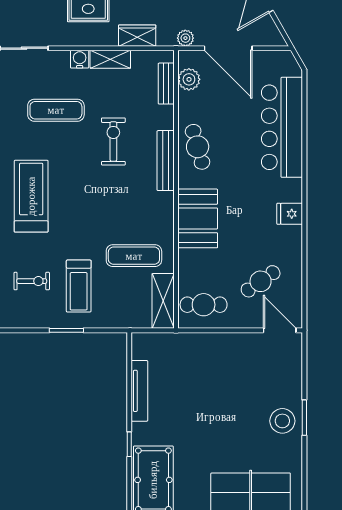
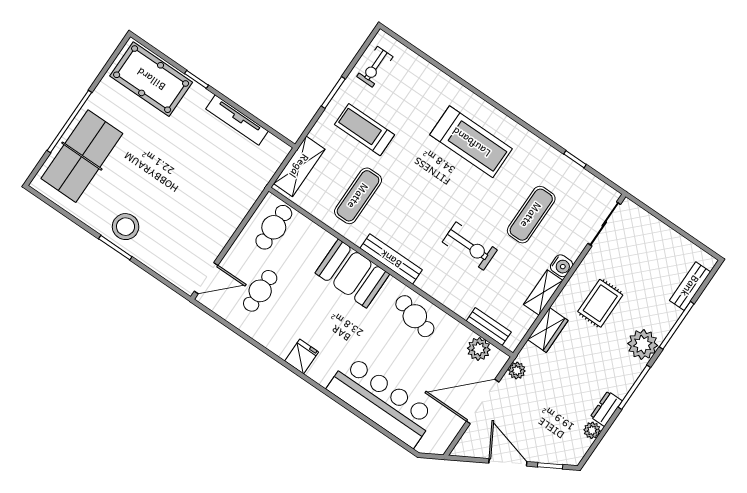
cafe table: (198, 147) -> (415, 316), turned 31
bench: (166, 161) -> (391, 259), moved
exercise bike: (32, 281) -> (375, 67), moved
cafe table: (261, 281) -> (260, 291), turned 35
shelving: (163, 301) -> (299, 166), moved, turned 90

